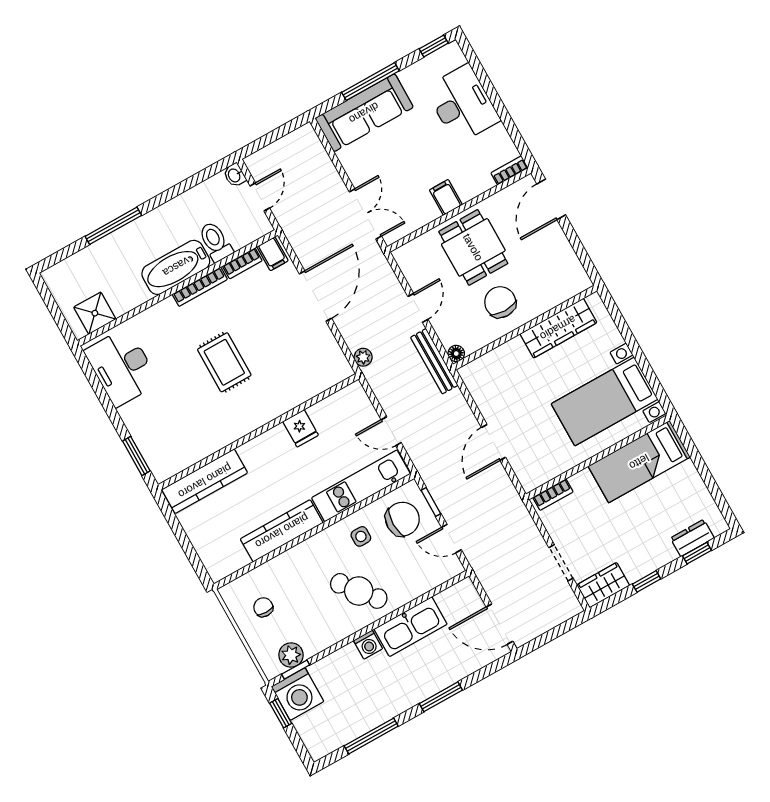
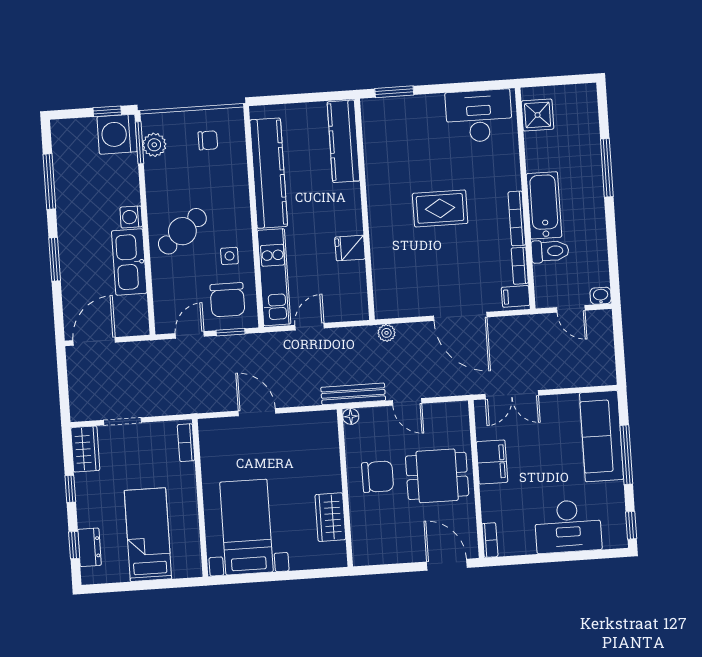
filing cabinet: (446, 197) -> (492, 462), width x2.00
wardrobe: (558, 328) -> (330, 517), width x0.67
bed: (639, 462) -> (148, 535), moved
kitchen counter: (282, 531) -> (269, 173), width x1.39, depth x1.17
window: (296, 670) -> (139, 143), width x1.50

